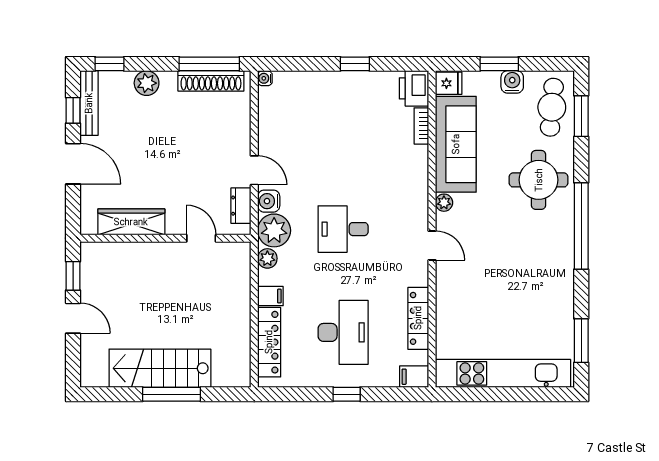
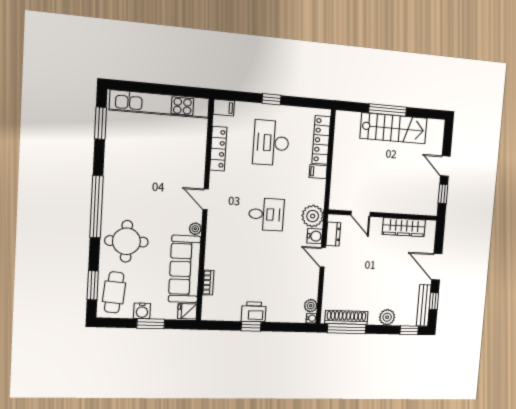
printer: (414, 88) -> (254, 312), moved, turned -90
plant: (267, 258) -> (311, 306), moved

